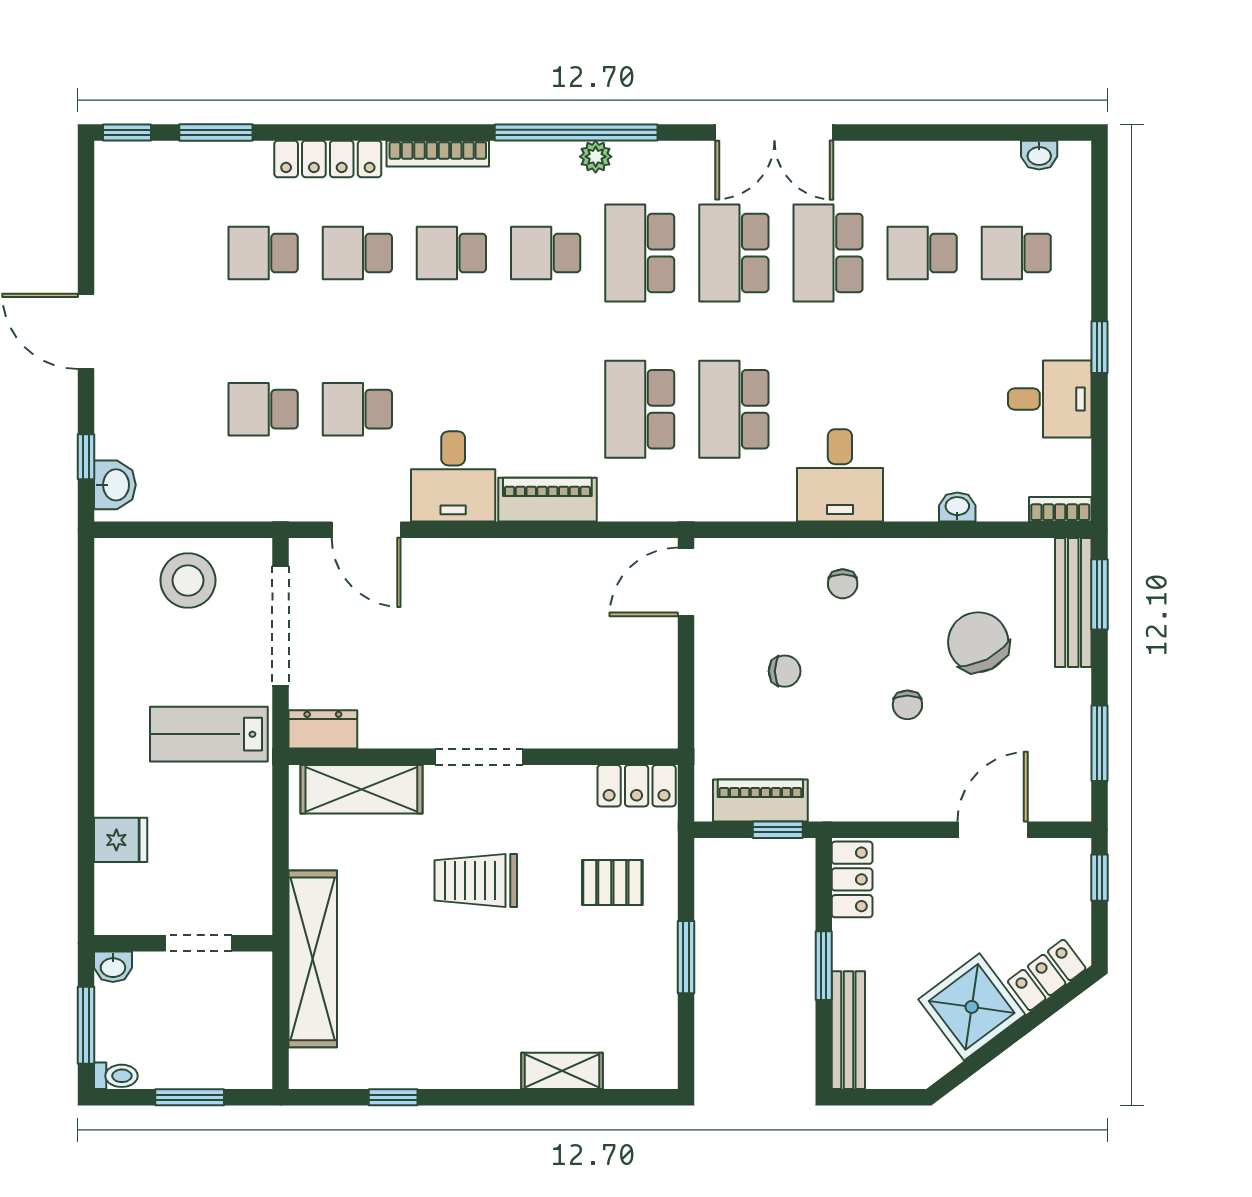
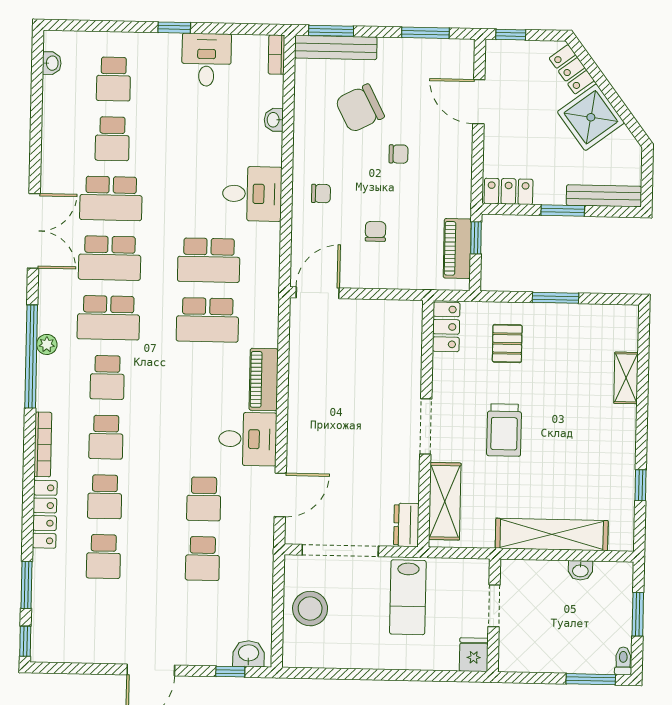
door: (686, 582) -> (318, 293), swing flipped
wall: (183, 943) -> (494, 615), moved
doorway: (199, 943) -> (494, 606), moved
washbasin: (113, 967) -> (580, 570), moved, turned 90

